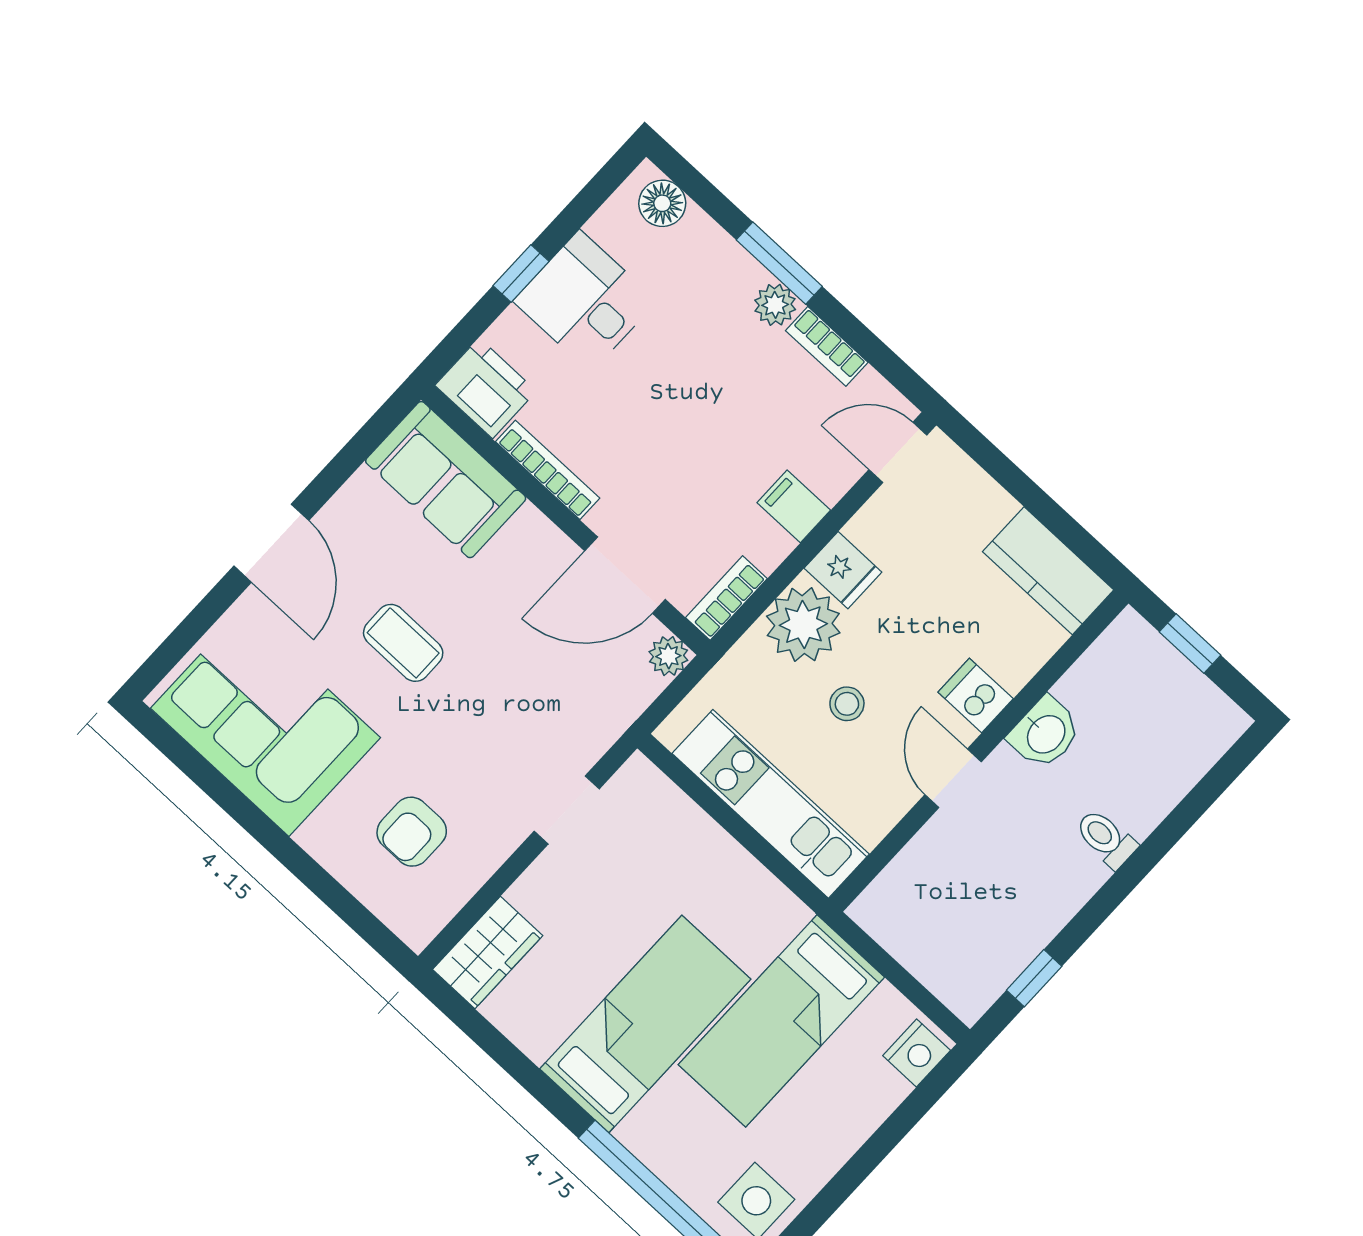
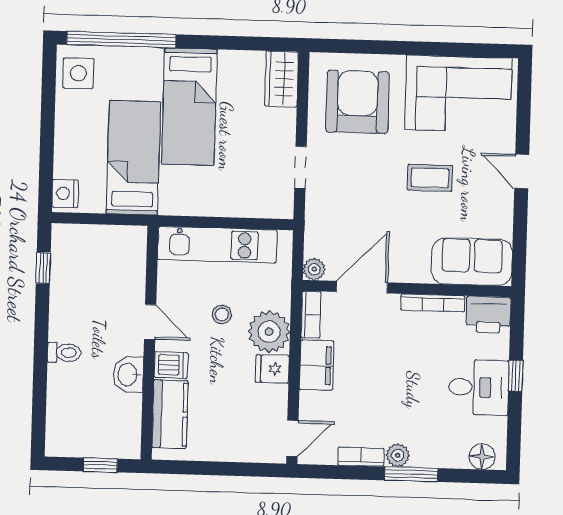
filing cabinet: (794, 506) -> (317, 365), width x2.00
door: (271, 543) -> (522, 171), width x0.73
kitchen counter: (1048, 571) -> (170, 414), moved, turned 90
armchair: (412, 832) -> (357, 102), width x1.88, depth x1.88

